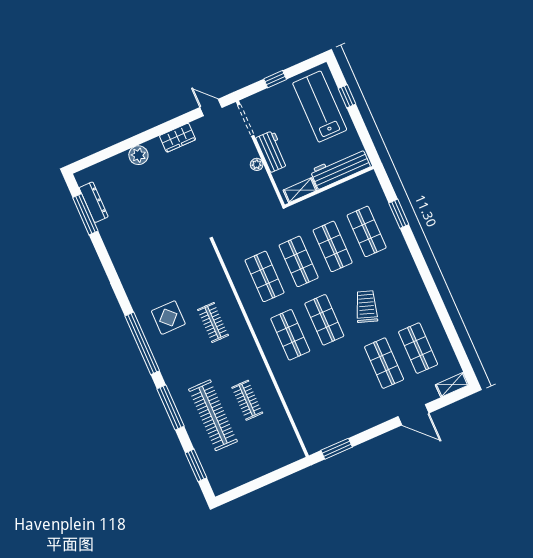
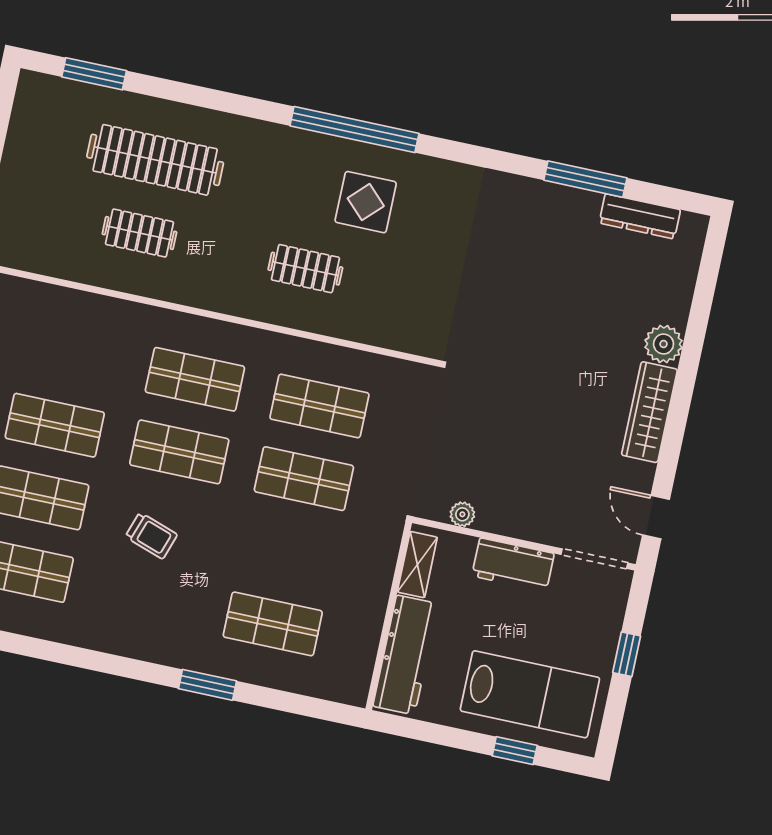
door: (211, 107) -> (656, 517), swing flipped
wardrobe: (178, 138) -> (649, 412), width x1.50
plant: (257, 164) -> (462, 514), moved
window: (85, 214) -> (585, 179), moved
window: (399, 214) -> (208, 685), moved
shop shelf: (333, 246) -> (55, 425), moved
trolley: (366, 307) -> (151, 536), width x0.73, depth x0.72
window: (171, 408) -> (217, 100), removed

